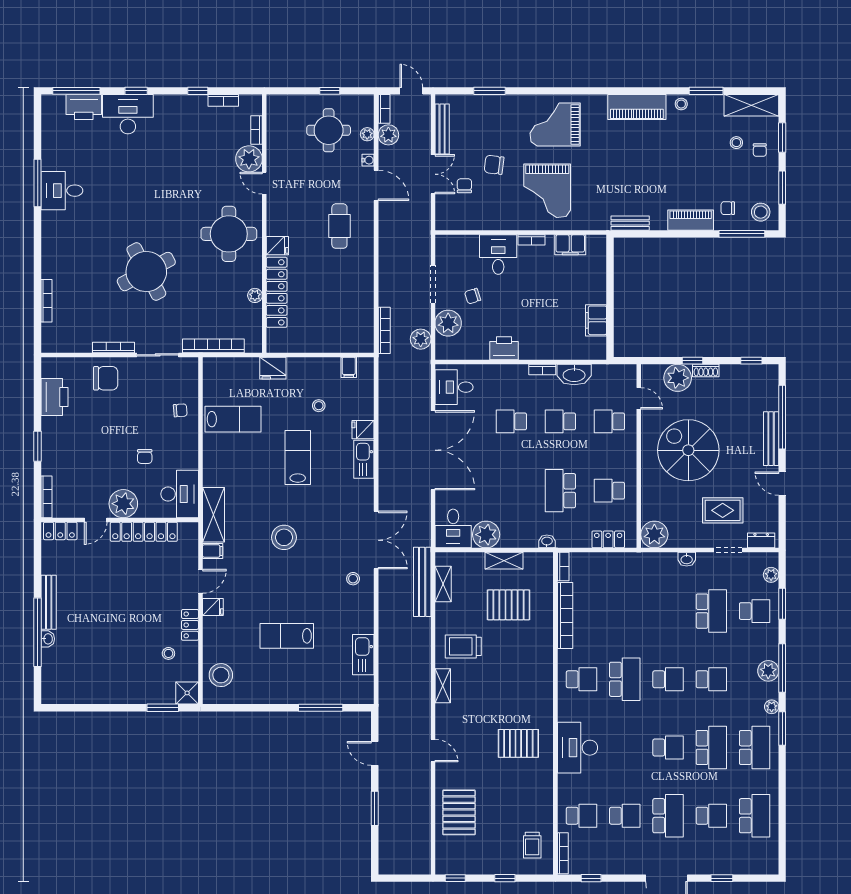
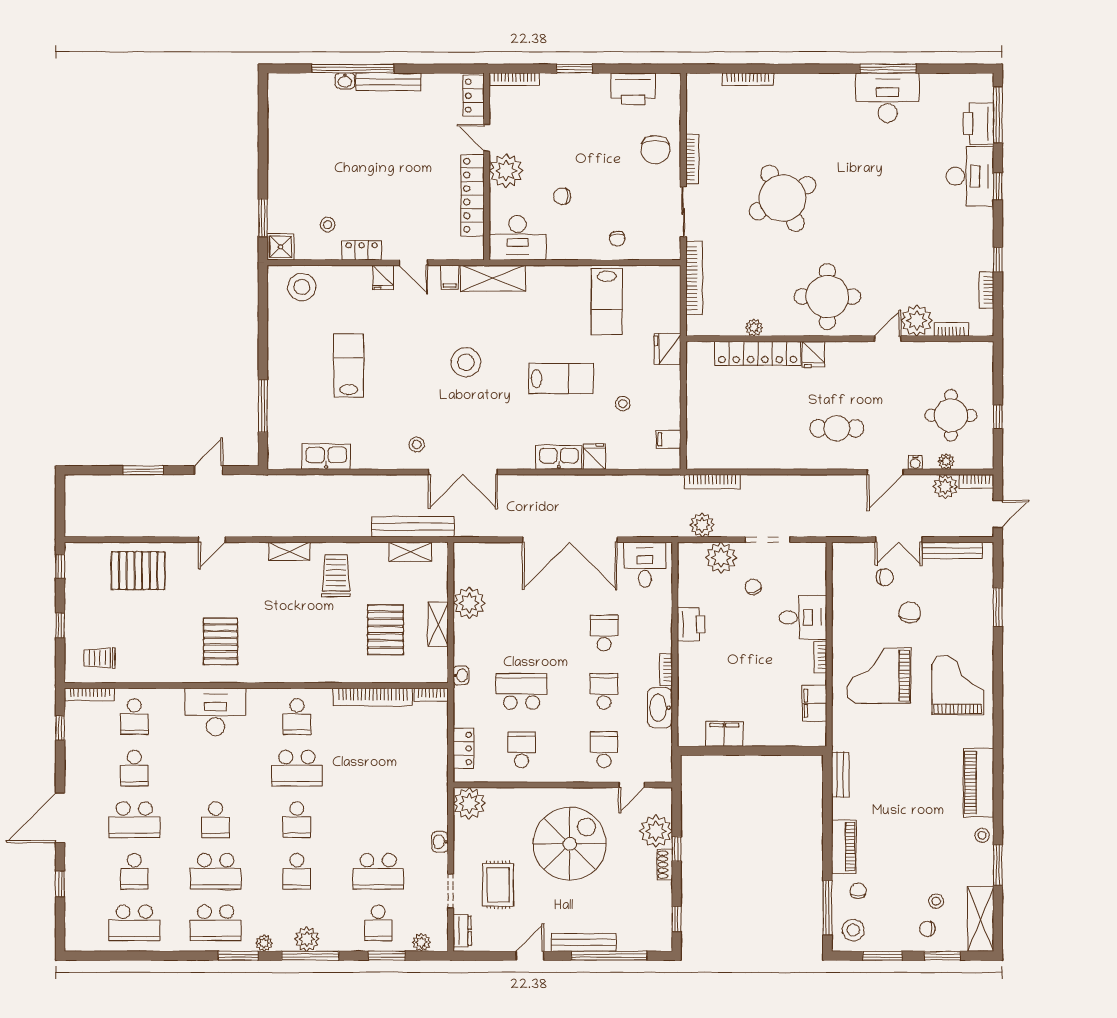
desk: (62, 191) -> (888, 98), width x1.37
desk: (453, 528) -> (476, 564), removed

